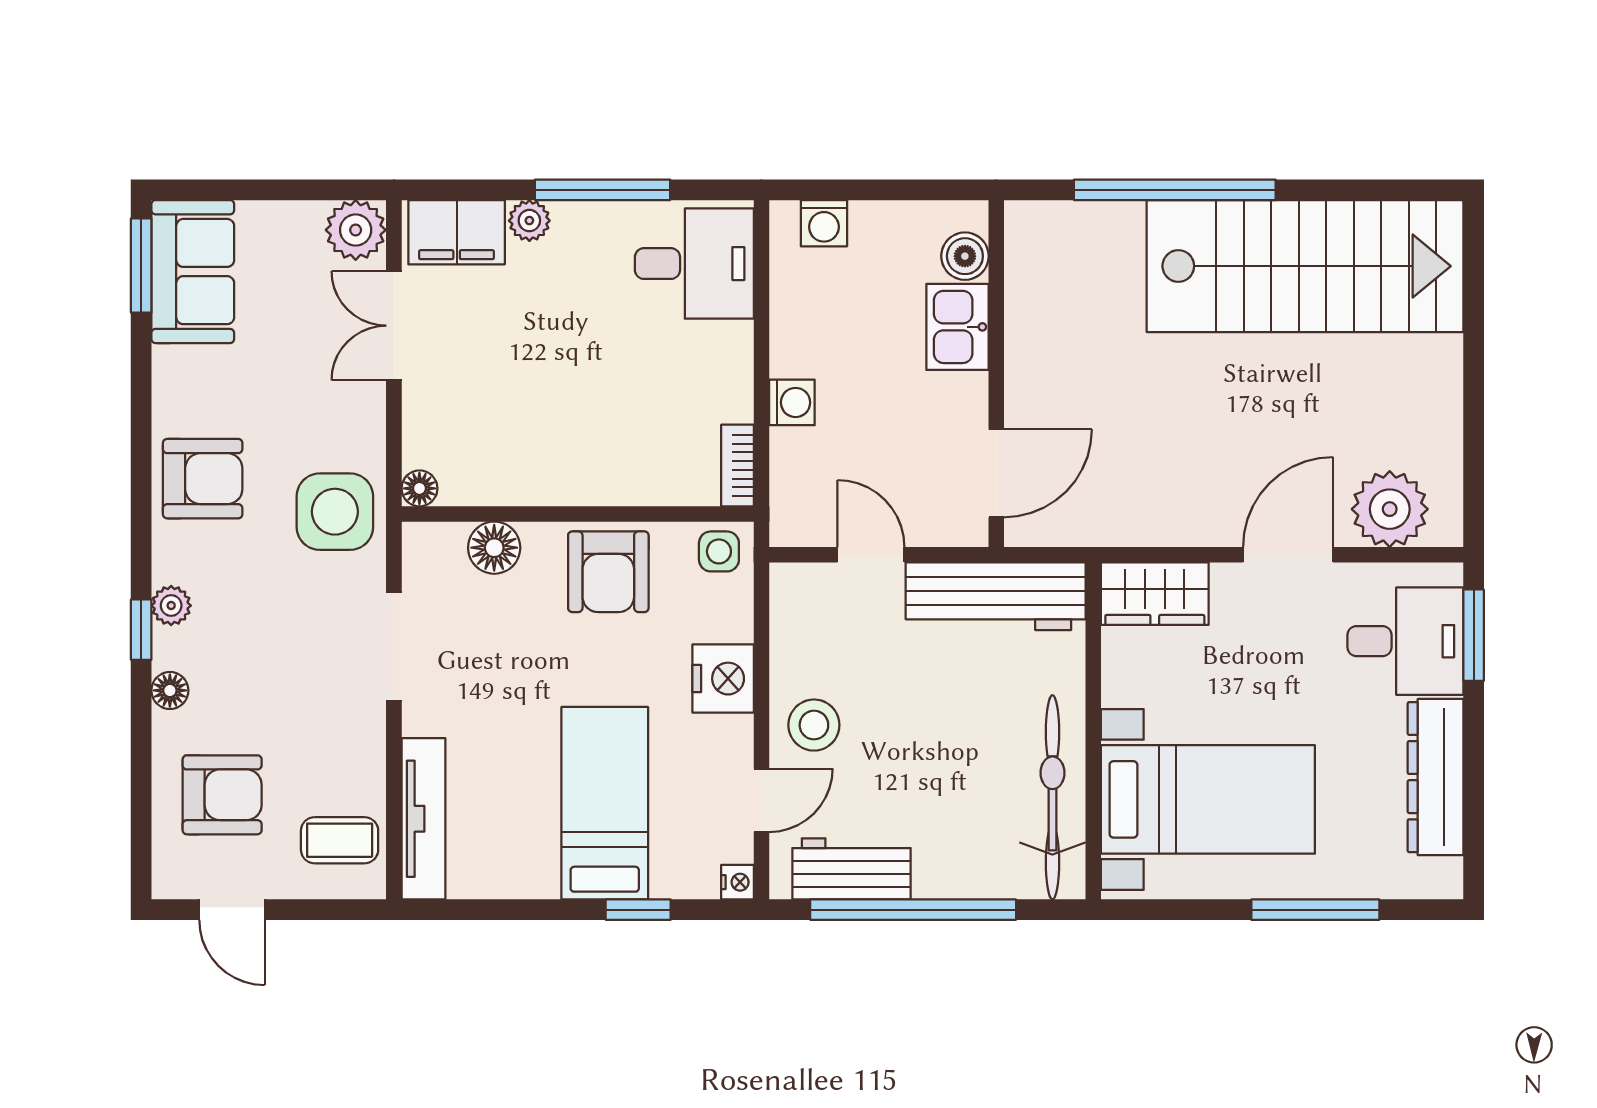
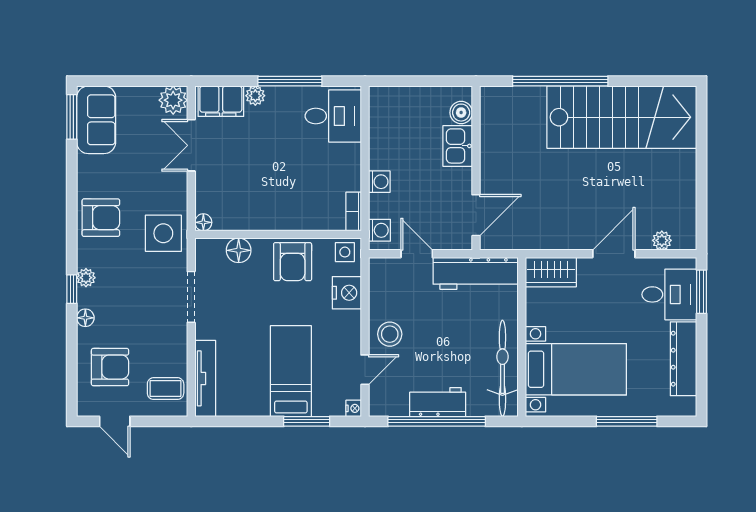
washing machine: (824, 223) -> (379, 230), moved, turned -90
plant: (1390, 509) -> (662, 240), width x0.53, depth x0.53
nightstand: (723, 679) -> (347, 293), moved
workbench: (852, 869) -> (438, 402), moved
window: (638, 910) -> (307, 421), width x1.50

